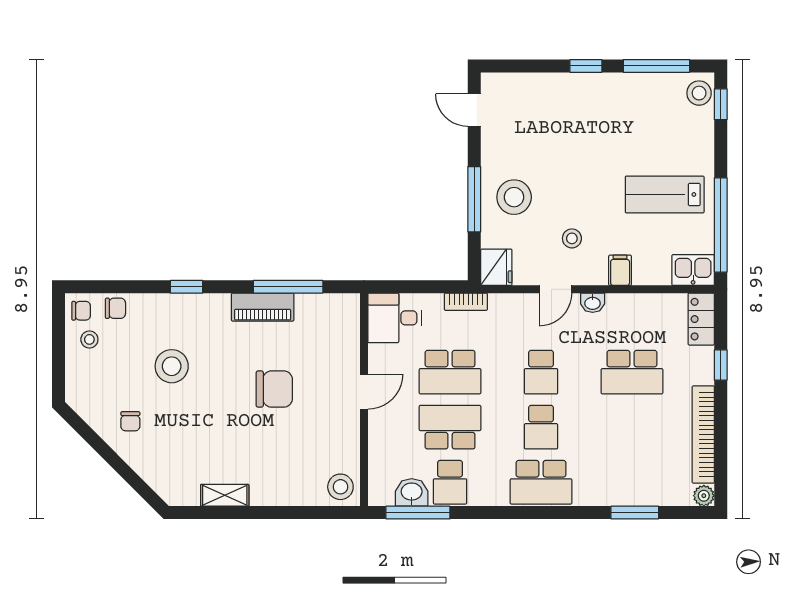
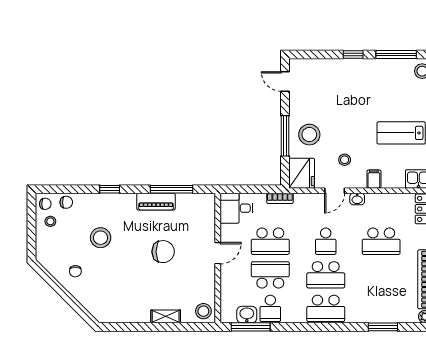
fridge: (496, 267) -> (302, 173), width x1.36, depth x1.34
school desk: (541, 427) -> (326, 275), width x1.85
shelving: (225, 495) -> (166, 316), moved

